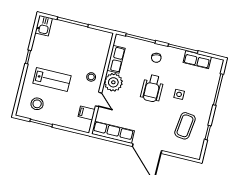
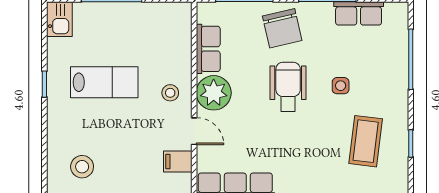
chair: (156, 58) -> (282, 28), width x1.87, depth x1.87
lab bench: (52, 79) -> (104, 82), moved
wheelchair: (152, 88) -> (288, 87), turned 180

